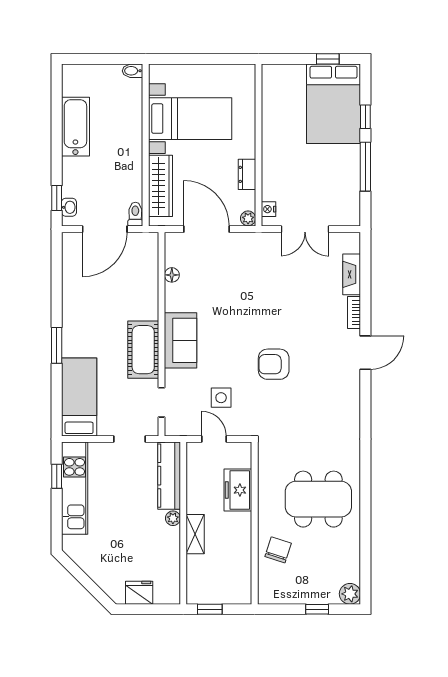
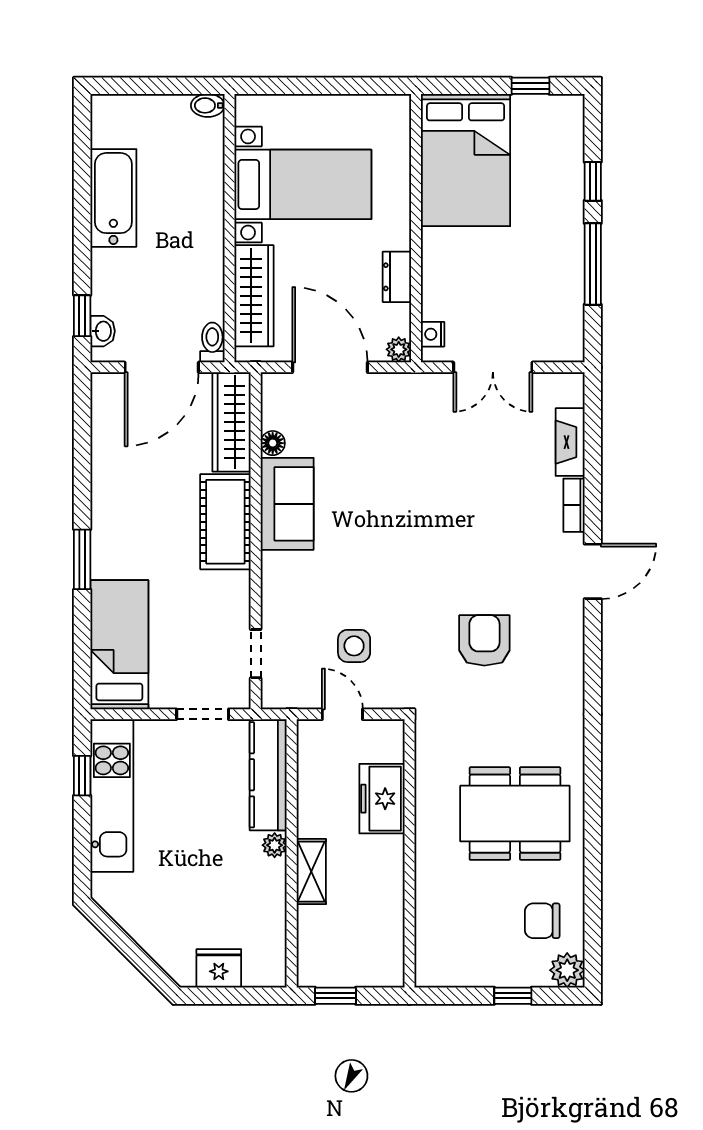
bed: (334, 104) -> (466, 160), moved
wardrobe: (147, 262) -> (232, 422), added
sofa: (181, 340) -> (287, 504), moved
cot: (143, 350) -> (225, 522), moved
armchair: (274, 364) -> (484, 640), moved, turned 90
chair: (278, 550) -> (542, 921), moved, turned -108

